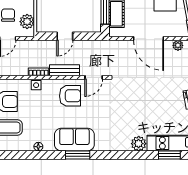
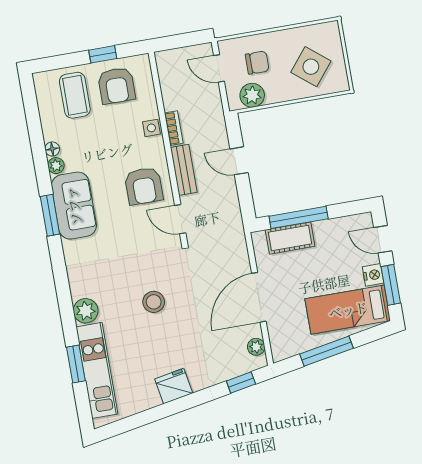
stool: (140, 102) -> (154, 302), added
plant: (49, 146) -> (56, 166), added

